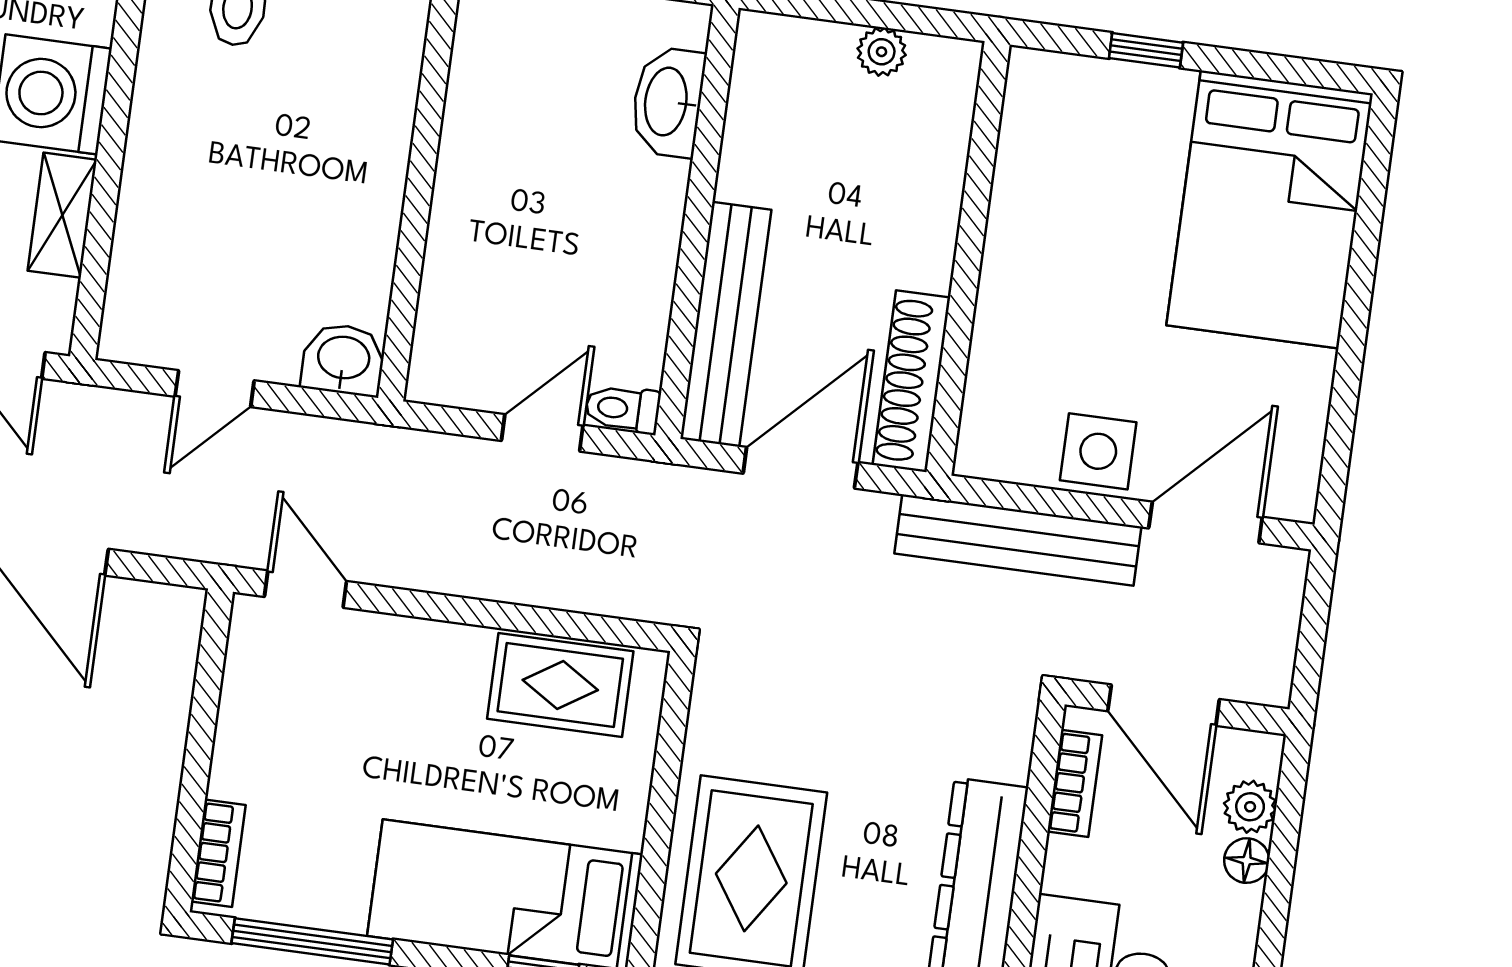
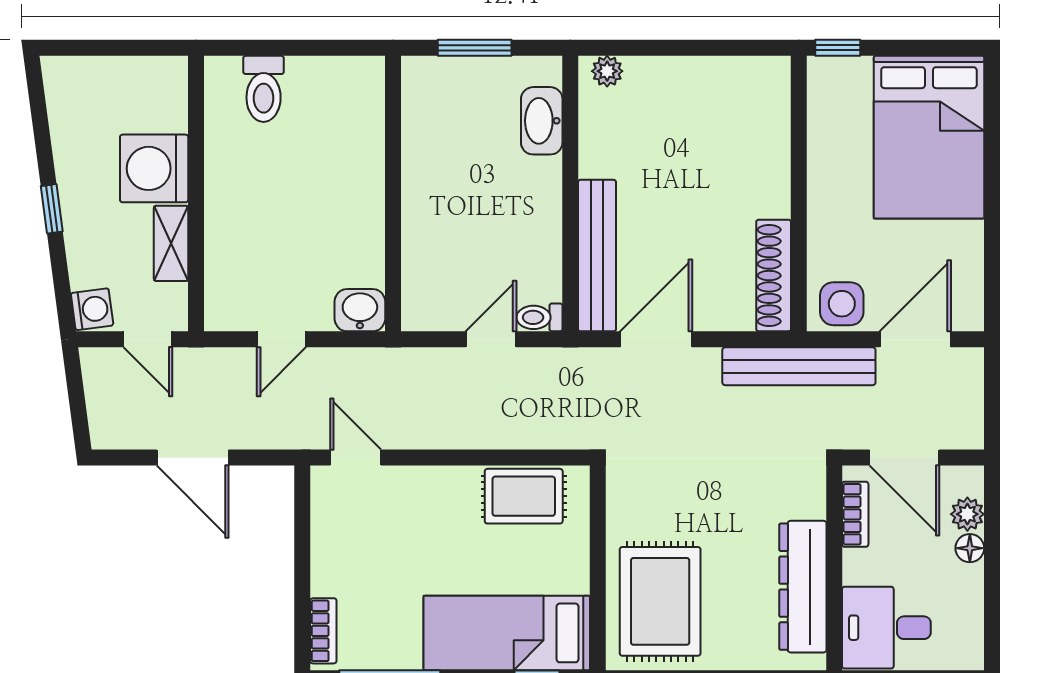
plant: (882, 52) -> (607, 71), moved
wall: (968, 258) -> (799, 194), moved
shoe rack: (911, 381) -> (774, 276), moved

